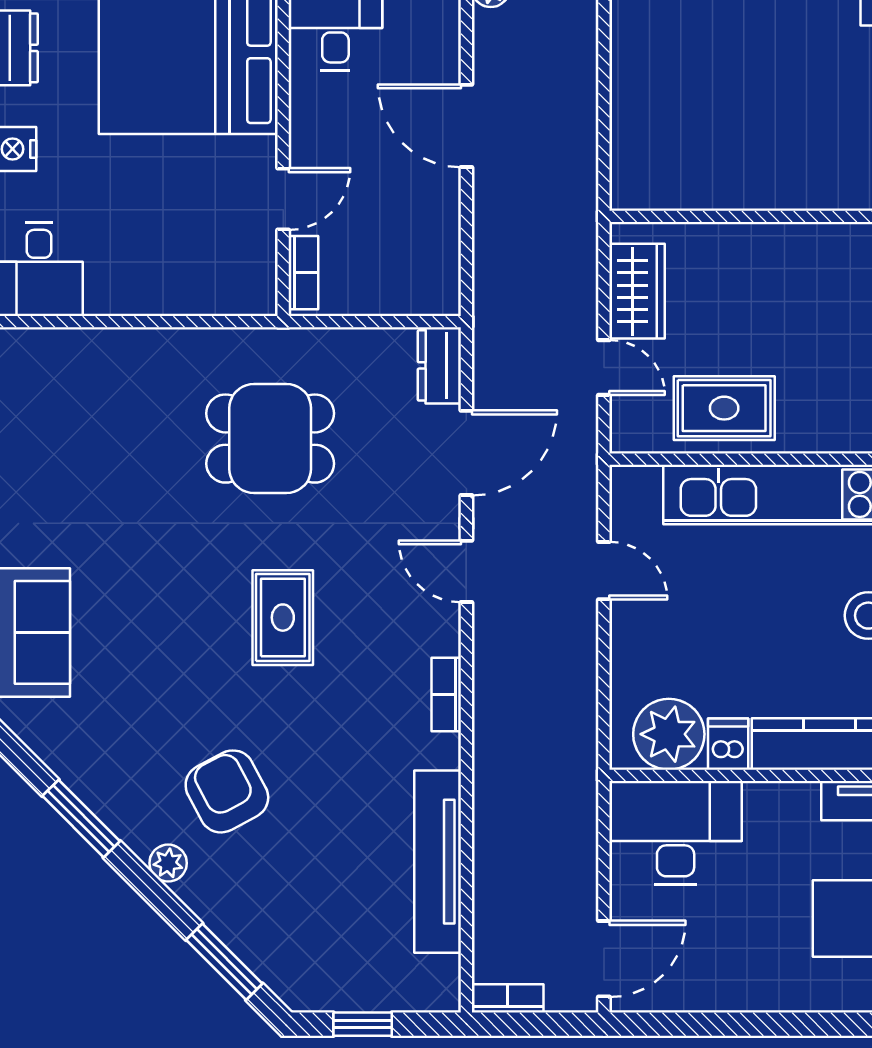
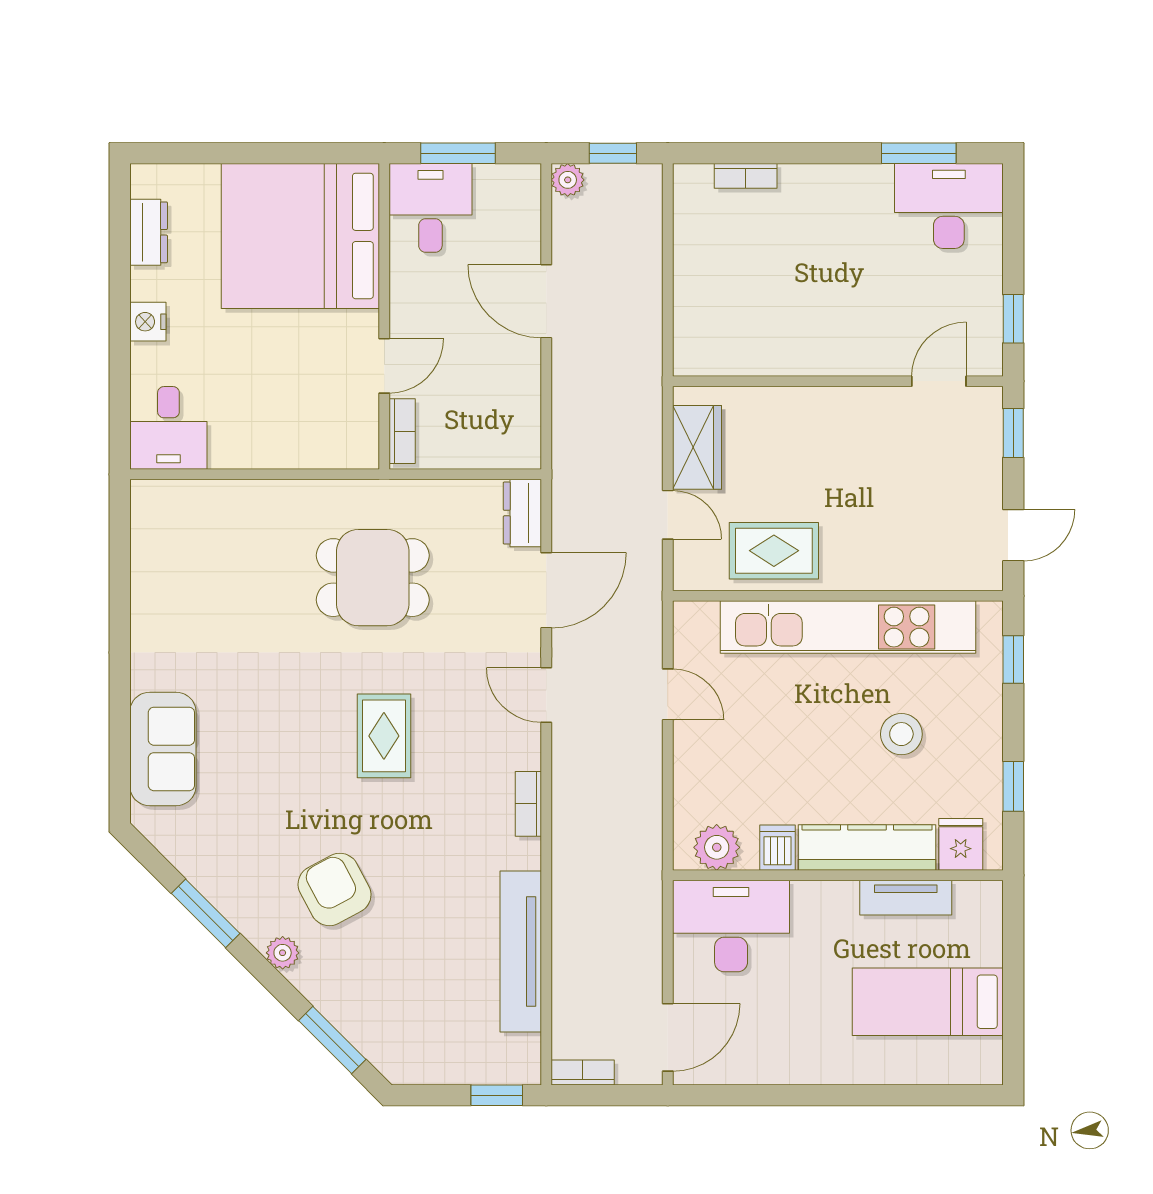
plant: (669, 734) -> (717, 847), width x0.73, depth x0.73
window: (363, 1024) -> (497, 1095), moved

